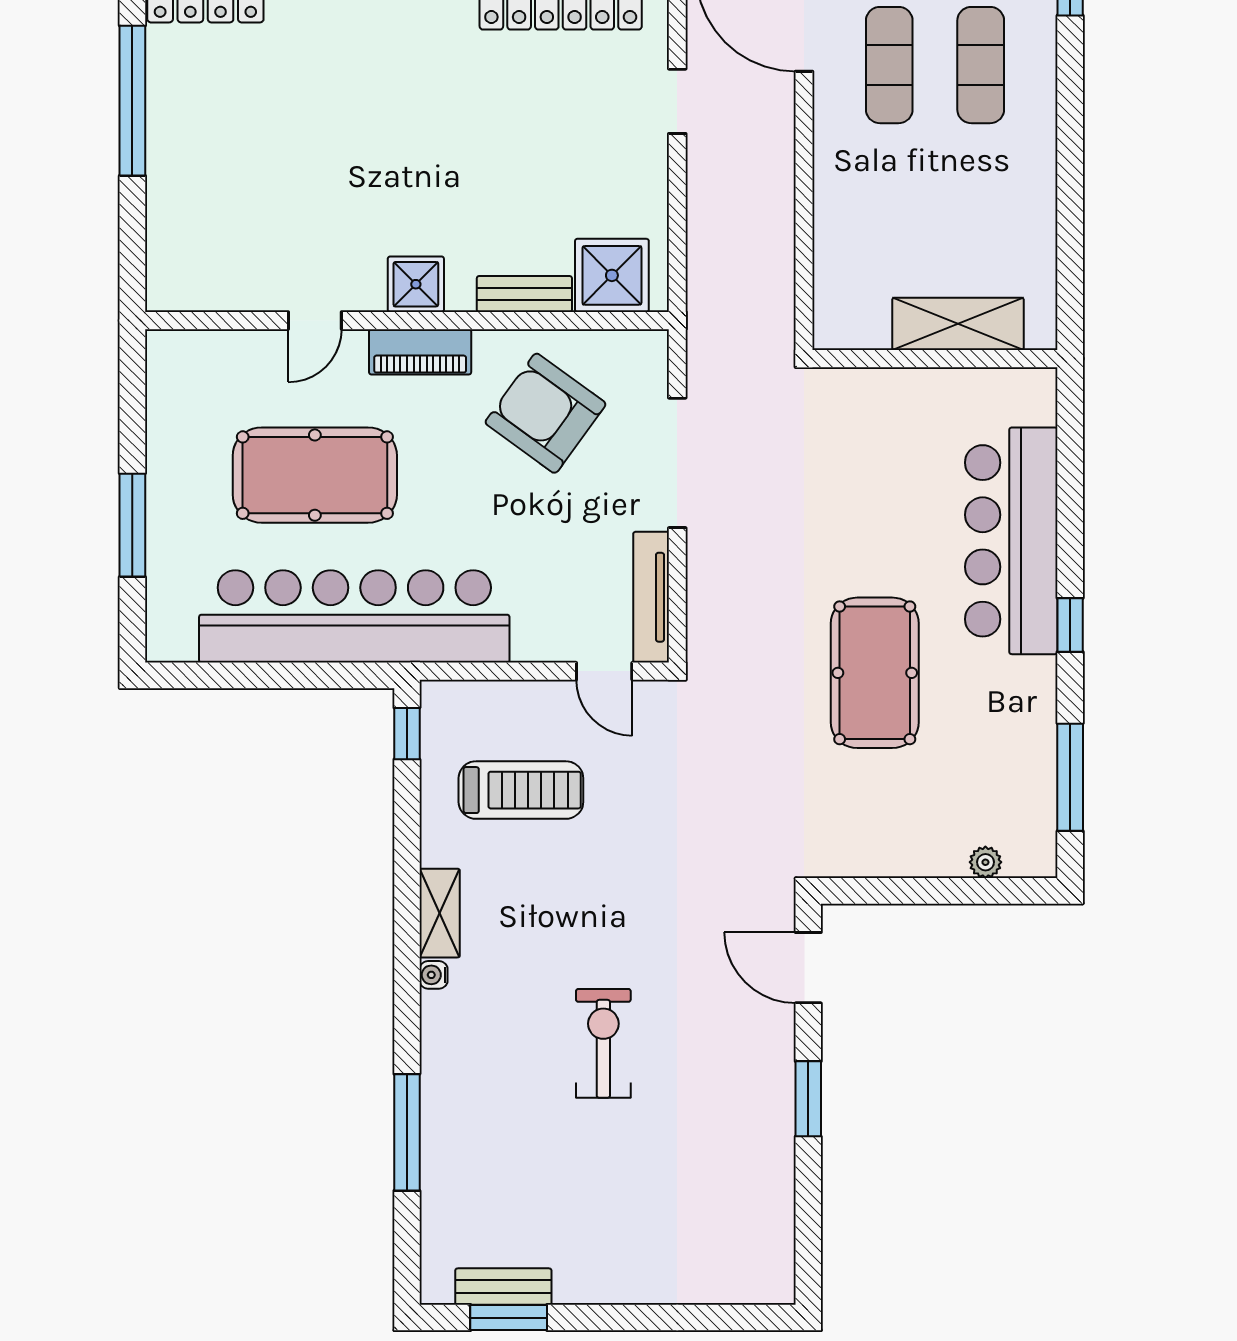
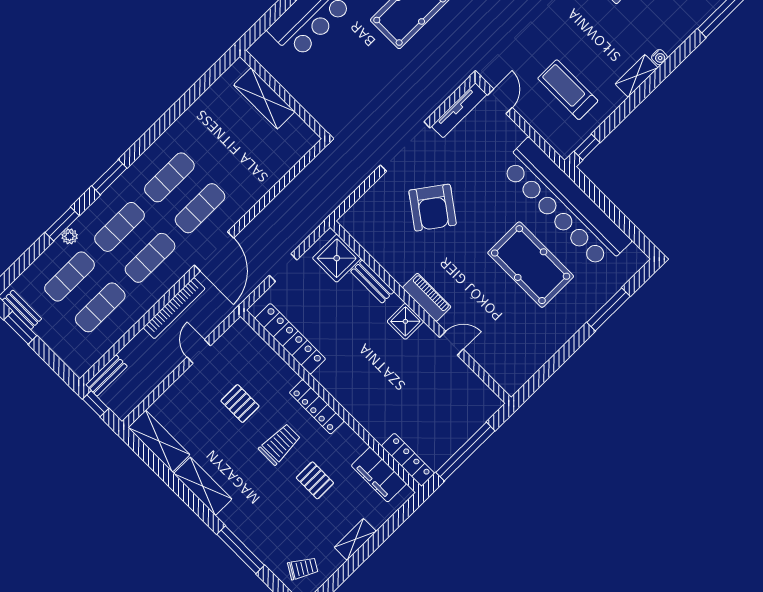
shower: (612, 275) -> (337, 258), moved
shower: (416, 284) -> (405, 321), moved
bench: (524, 294) -> (372, 281), moved
door: (315, 321) -> (451, 343), moved
wall: (407, 321) -> (421, 312), moved
piano: (420, 352) -> (427, 297), moved

